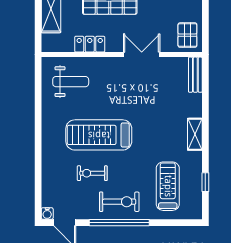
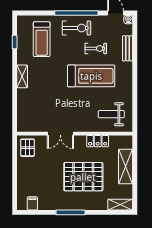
bench: (195, 75) -> (128, 48), moved
exercise bike: (119, 202) -> (76, 28), turned 180

